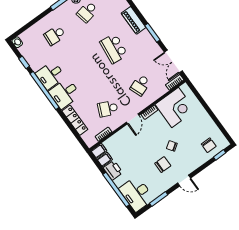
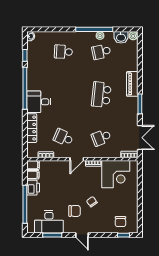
double door: (173, 61) -> (140, 138), swing flipped
desk: (50, 75) -> (38, 80), removed
desk: (137, 194) -> (49, 222), moved, turned -90

